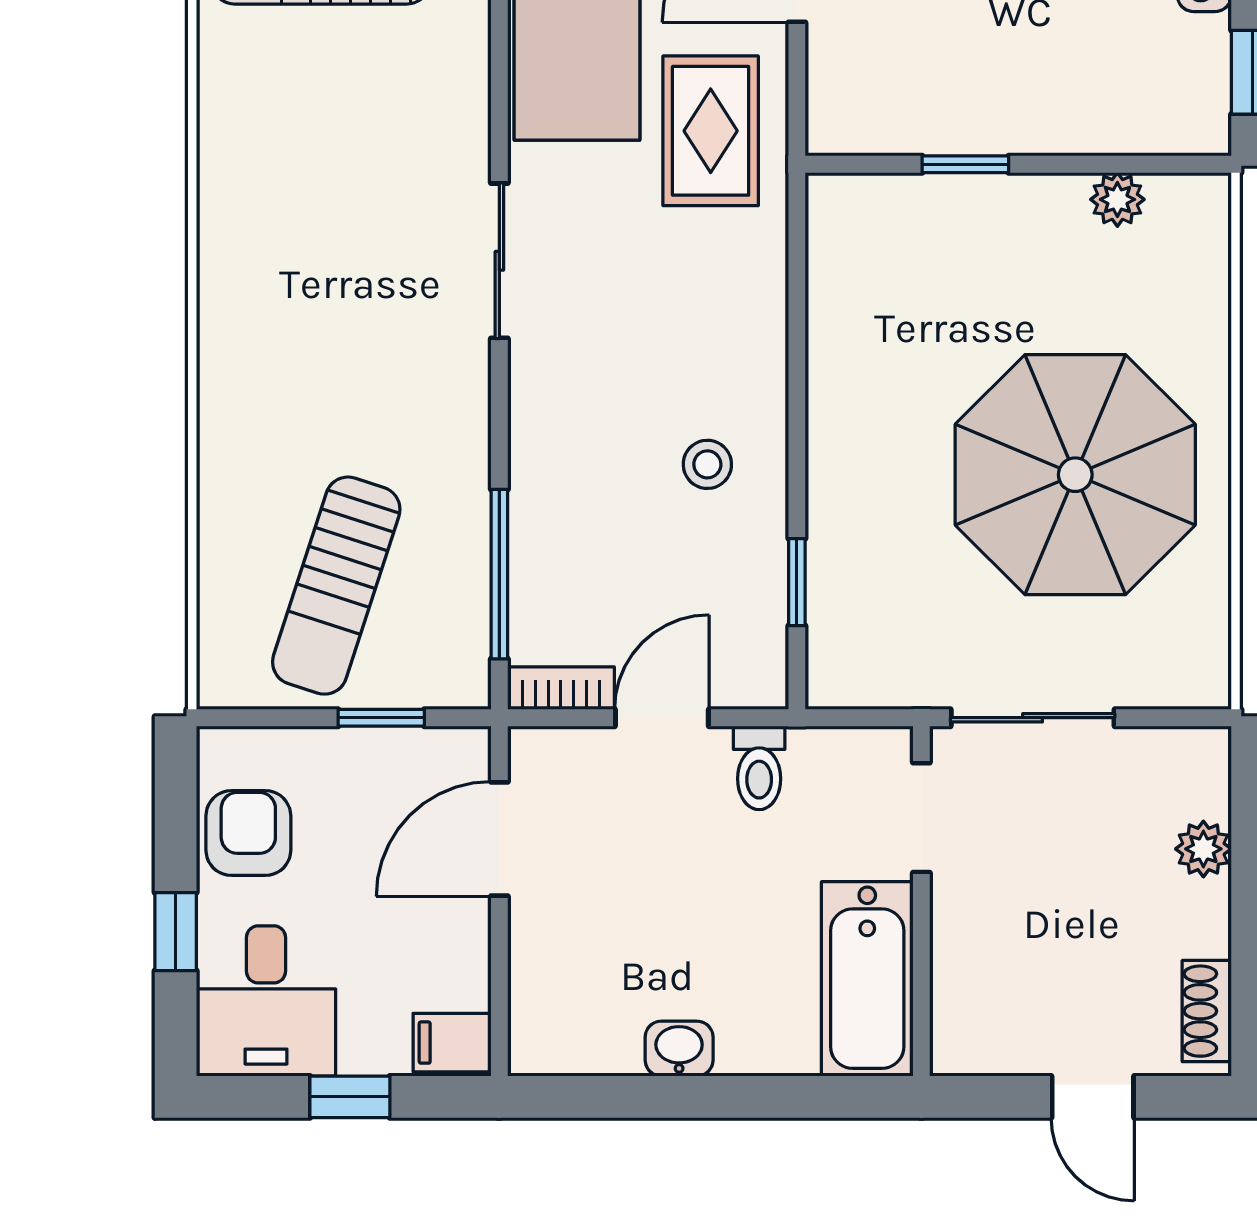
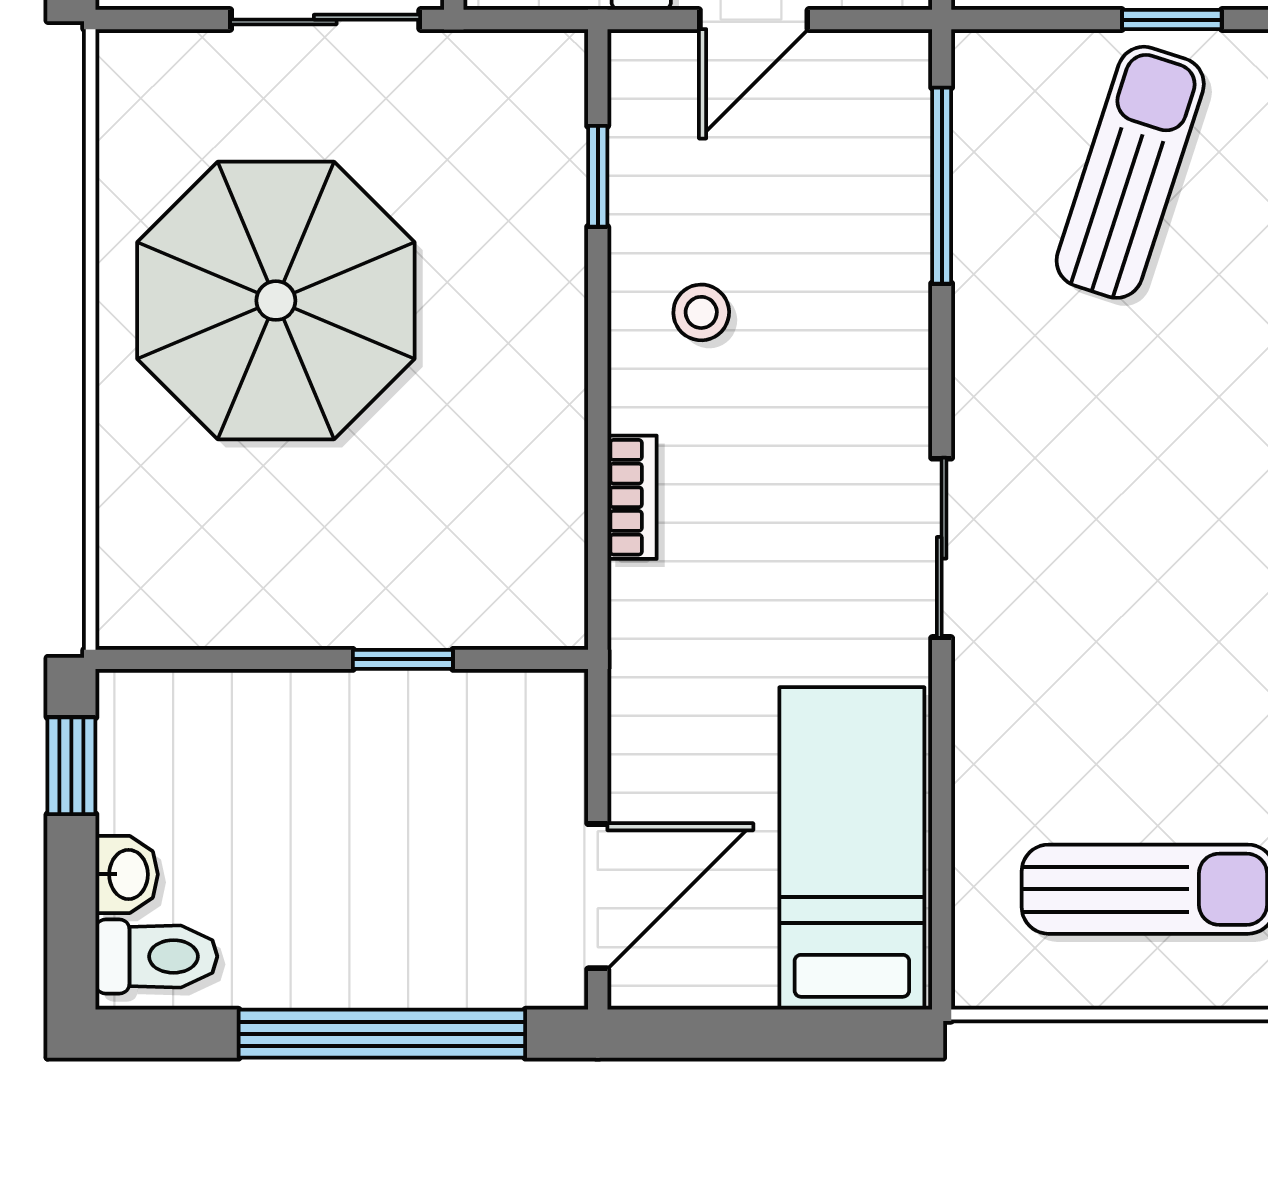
rug: (711, 131) -> (697, 698), removed
plant: (1117, 199) -> (227, 619), removed
bookcase: (561, 688) -> (632, 497), moved, turned -90
window: (381, 718) -> (1172, 20), moved

